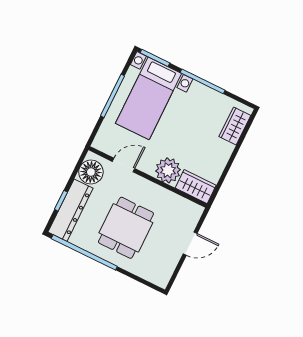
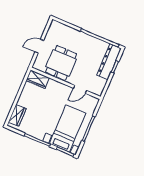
plant: (168, 170) -> (54, 88), removed
floor lamp: (91, 172) -> (98, 84), removed
dining table: (126, 228) -> (61, 63), moved

